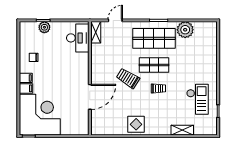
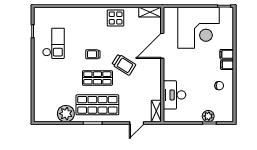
desk: (78, 38) -> (175, 95), moved
checkout: (197, 99) -> (53, 43), turned 180
corner desk: (40, 115) -> (199, 28), moved, turned -90
shelving: (182, 130) -> (150, 12), moved

